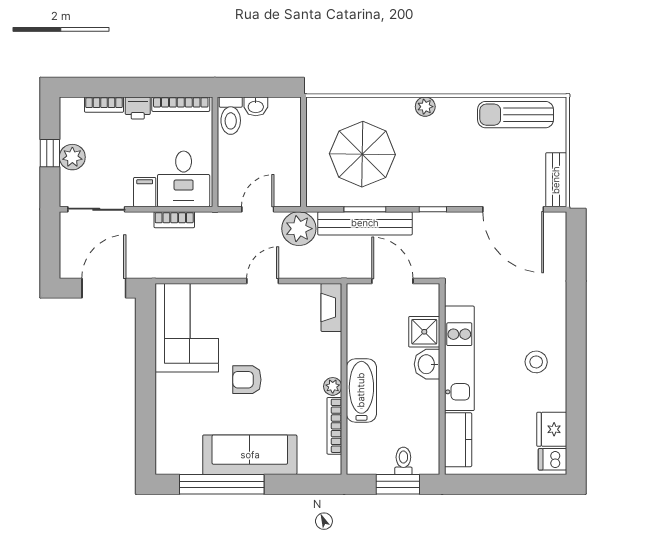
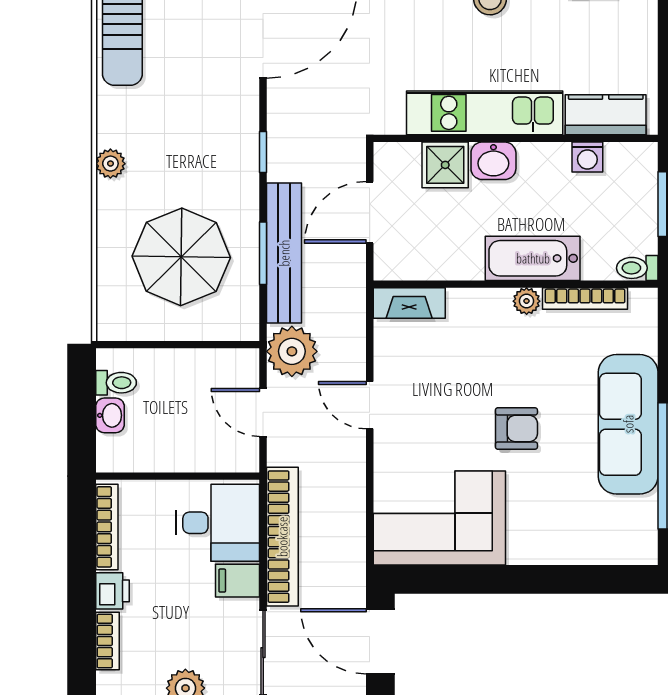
toilet: (231, 116) -> (116, 383), moved, width x0.73, depth x0.72
bookcase: (174, 220) -> (282, 537), width x2.31, depth x1.31
armchair: (247, 380) -> (516, 428), turned -90
washing machine: (430, 427) -> (587, 157), added
toilet: (403, 461) -> (637, 268), moved

